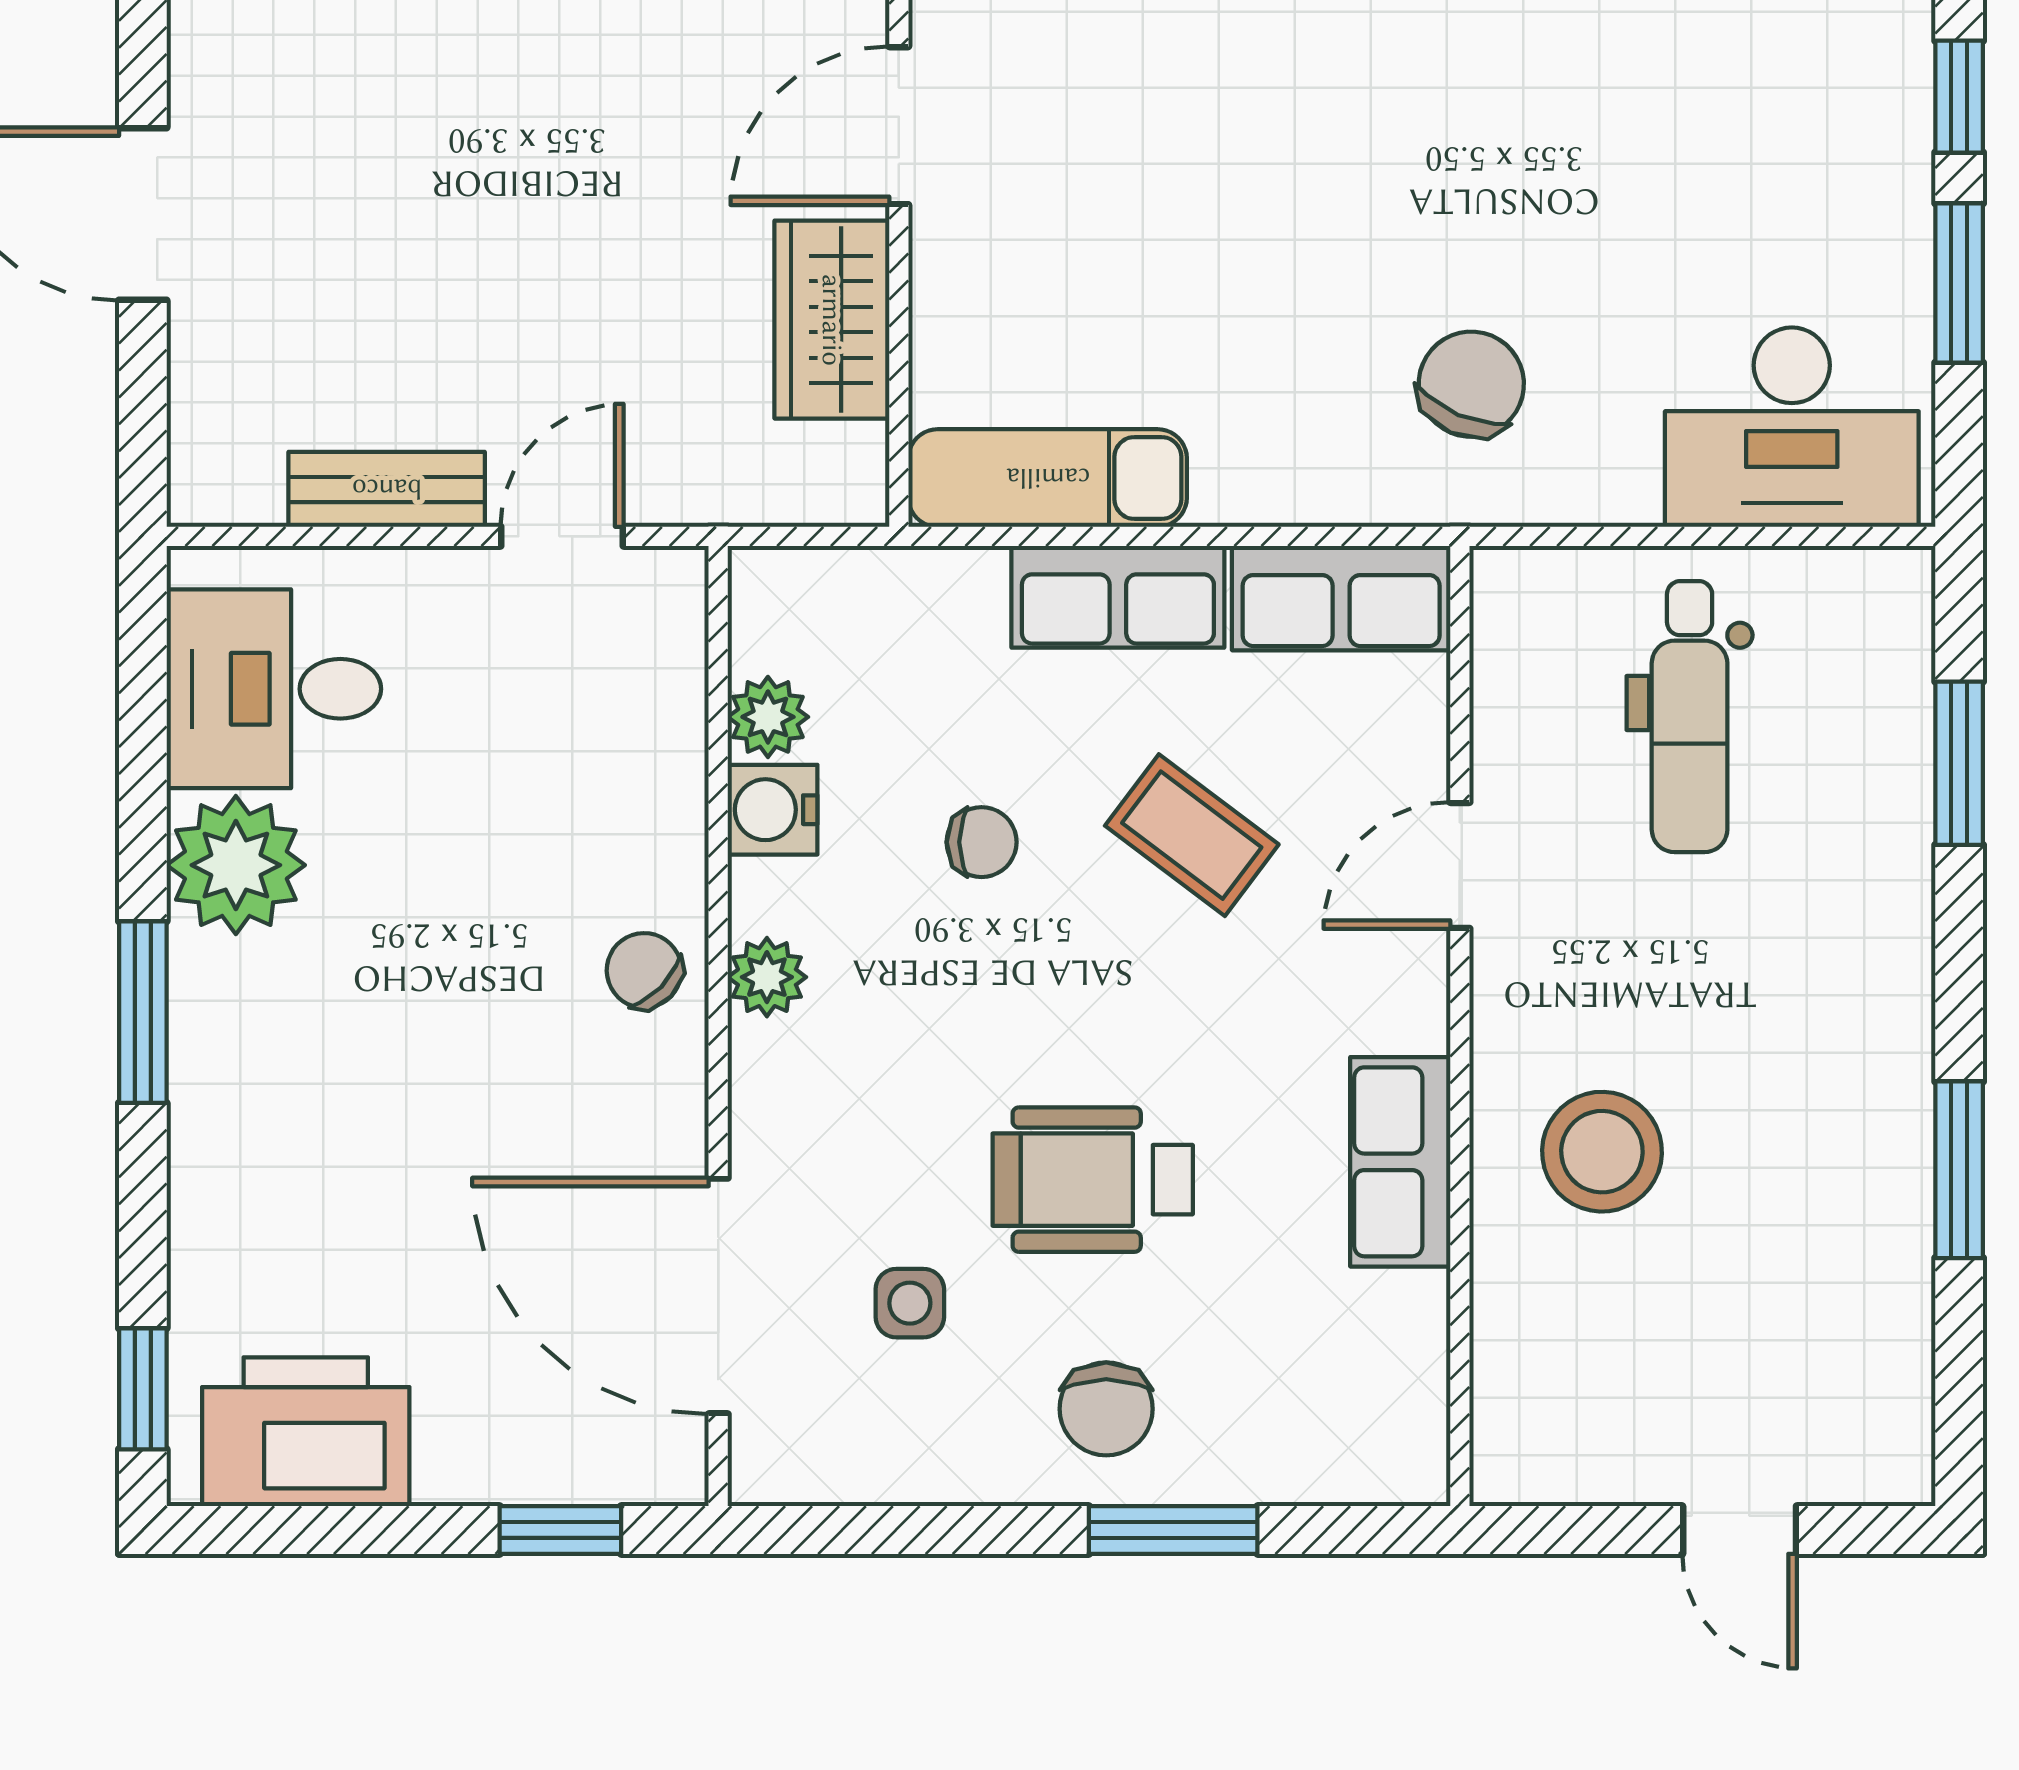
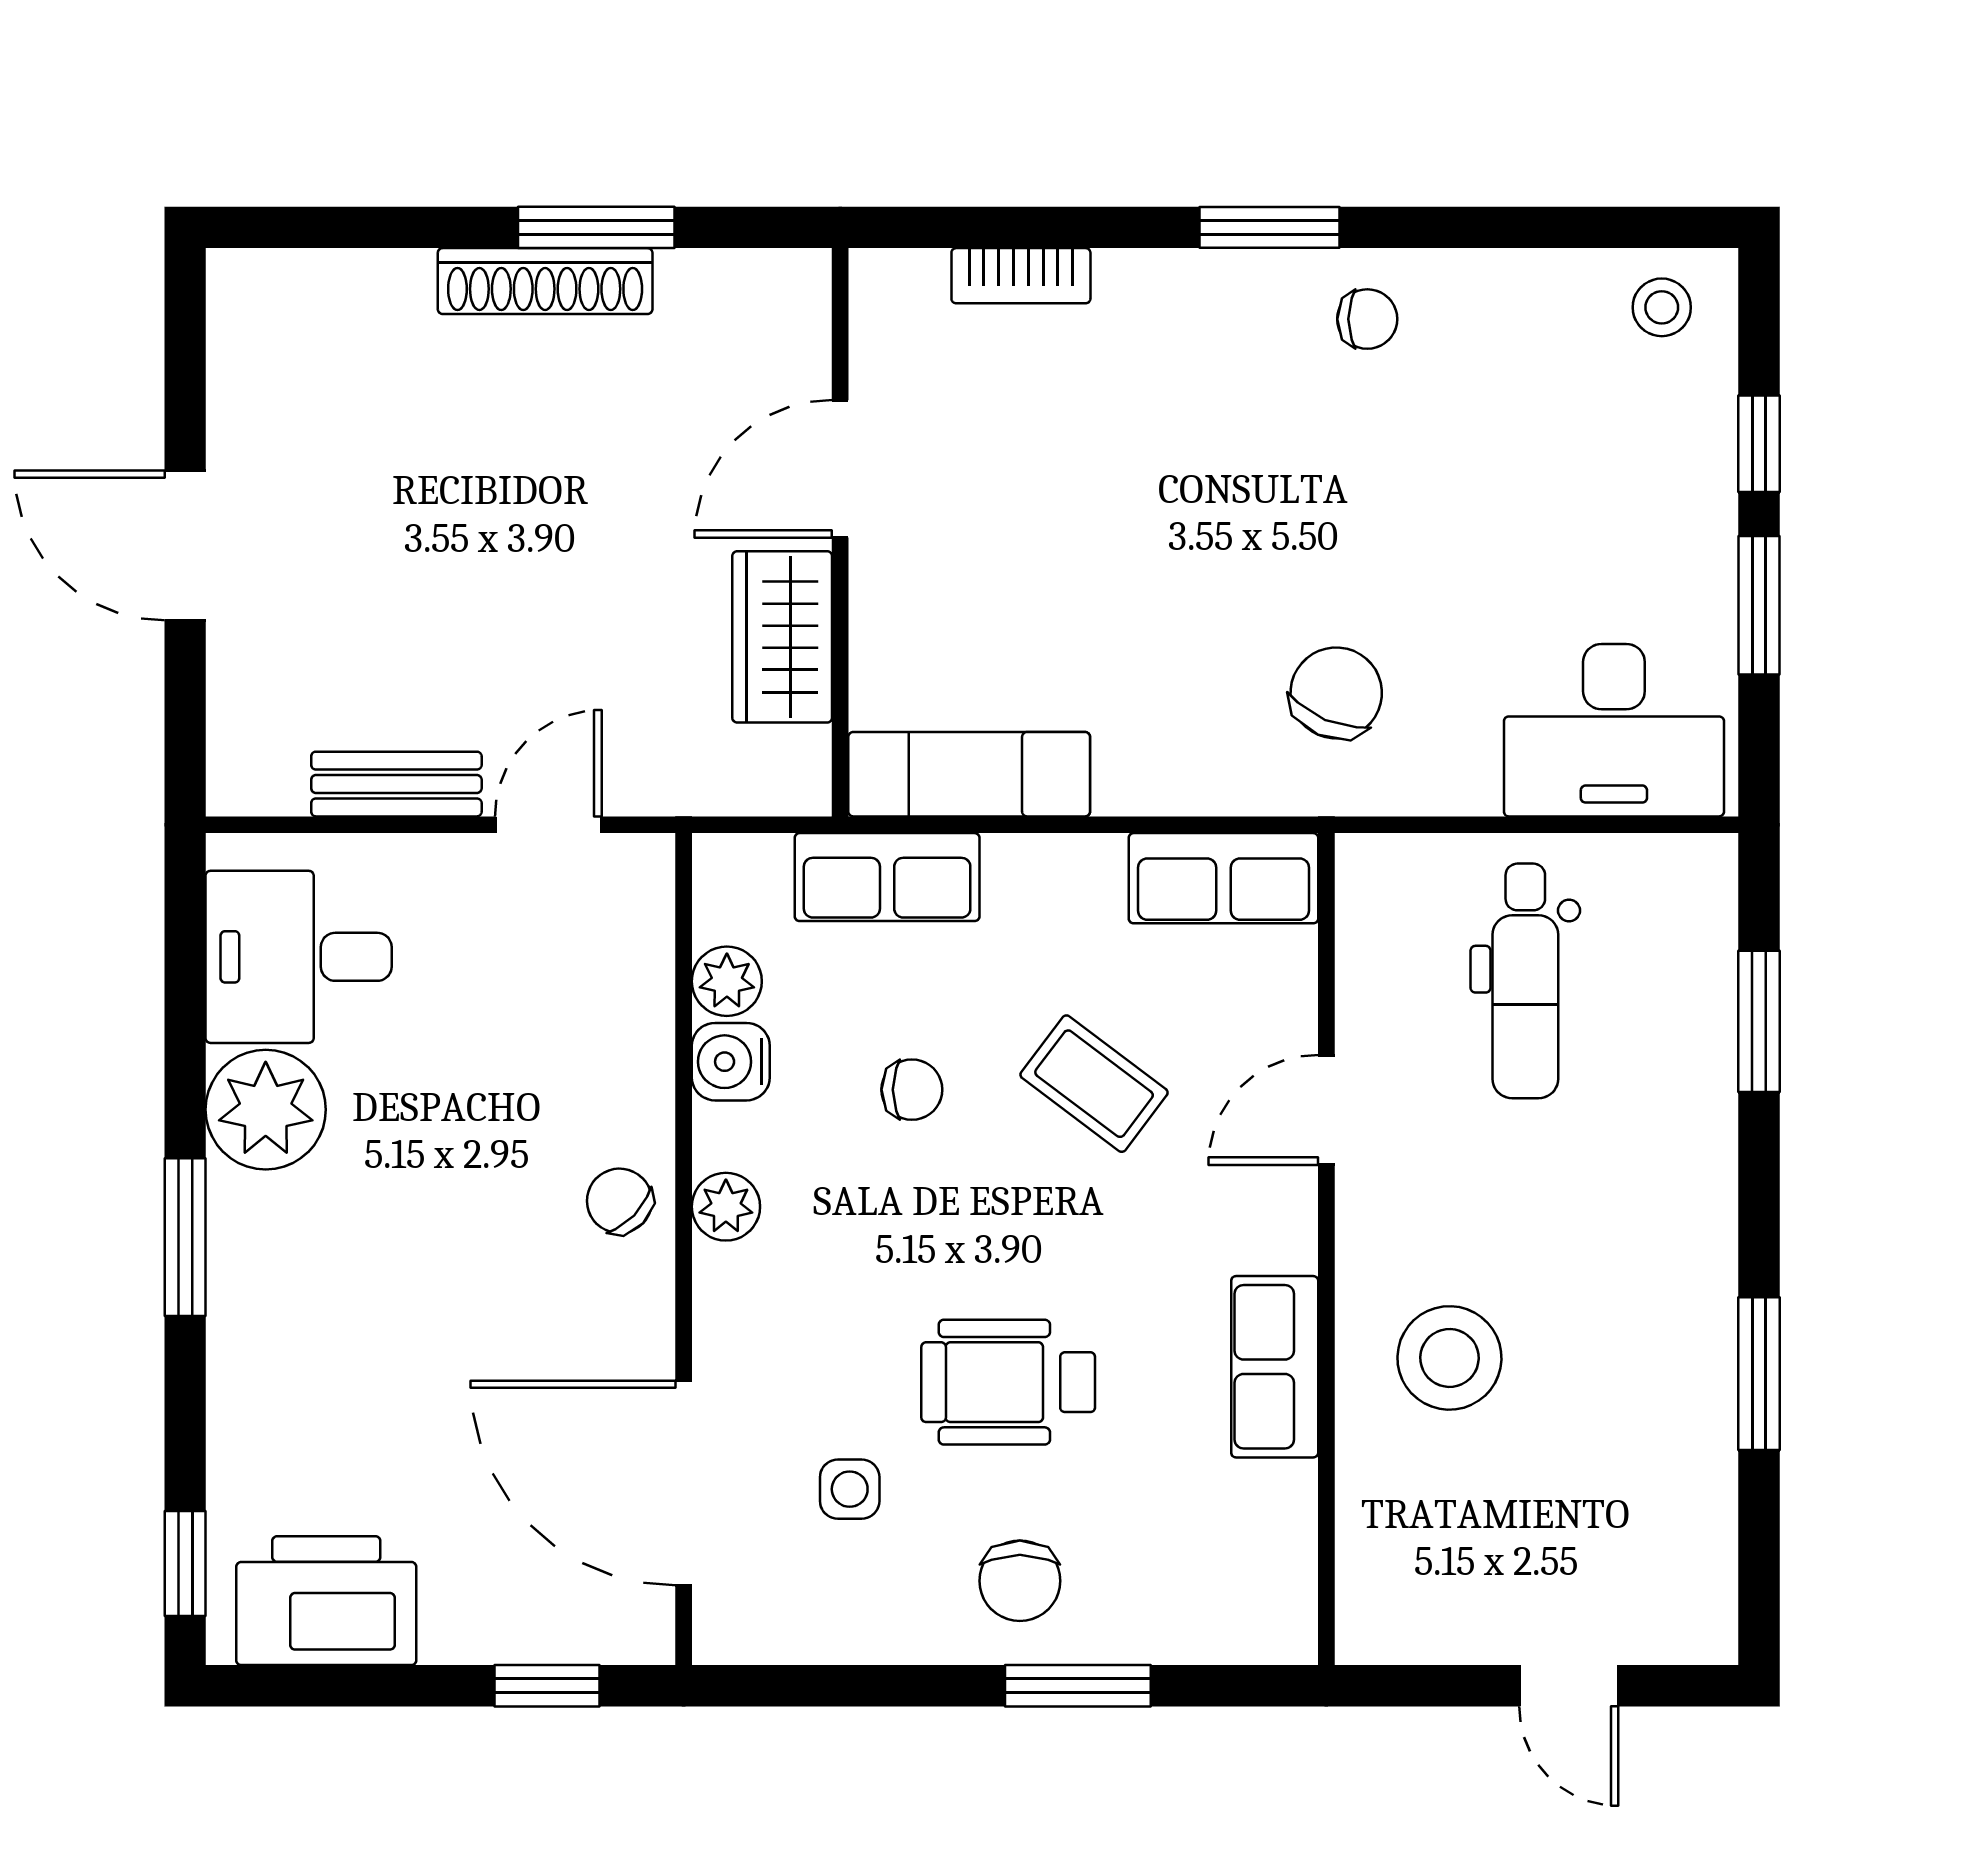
row of seats: (1118, 597) -> (887, 877), moved

